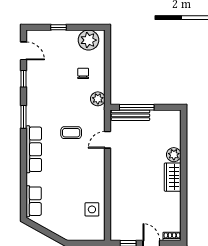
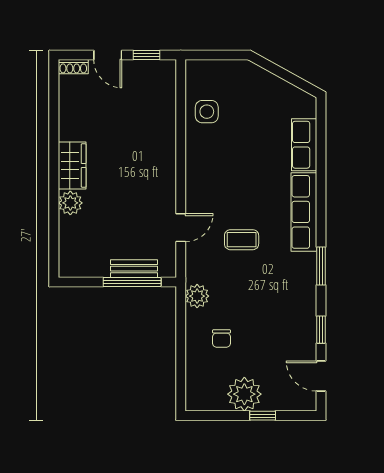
plant: (88, 40) -> (244, 394), moved
bench: (130, 115) -> (134, 269), width x0.73
row of seats: (34, 201) -> (304, 145), moved

